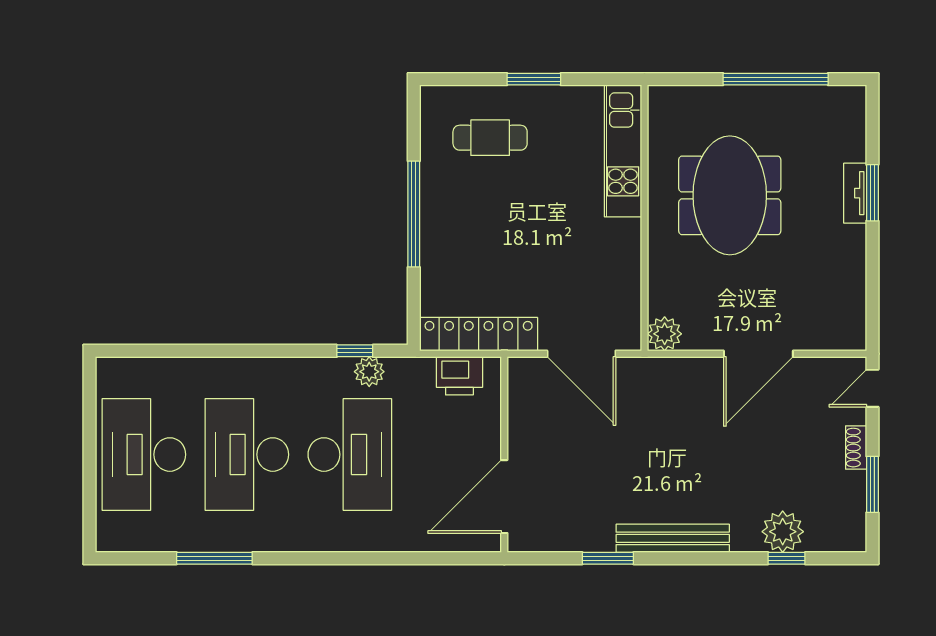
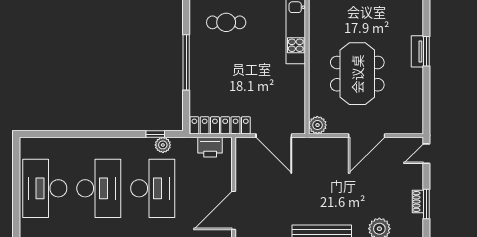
meeting table: (730, 195) -> (357, 74), moved
shoe rack: (856, 448) -> (418, 202), moved
desk: (247, 455) -> (99, 188), turned 180

